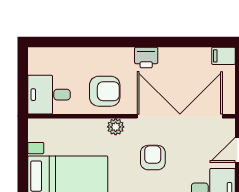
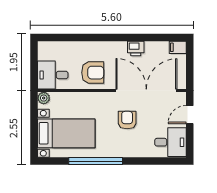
printer: (146, 58) -> (136, 48), moved
plant: (116, 127) -> (44, 98), moved

